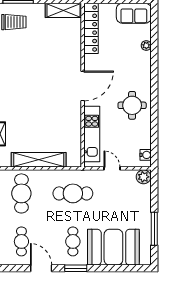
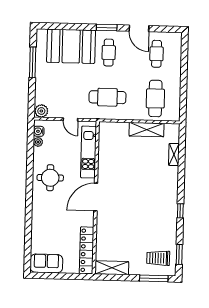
plant: (146, 45) -> (38, 142), moved
shelving: (39, 160) -> (147, 130), width x0.68

